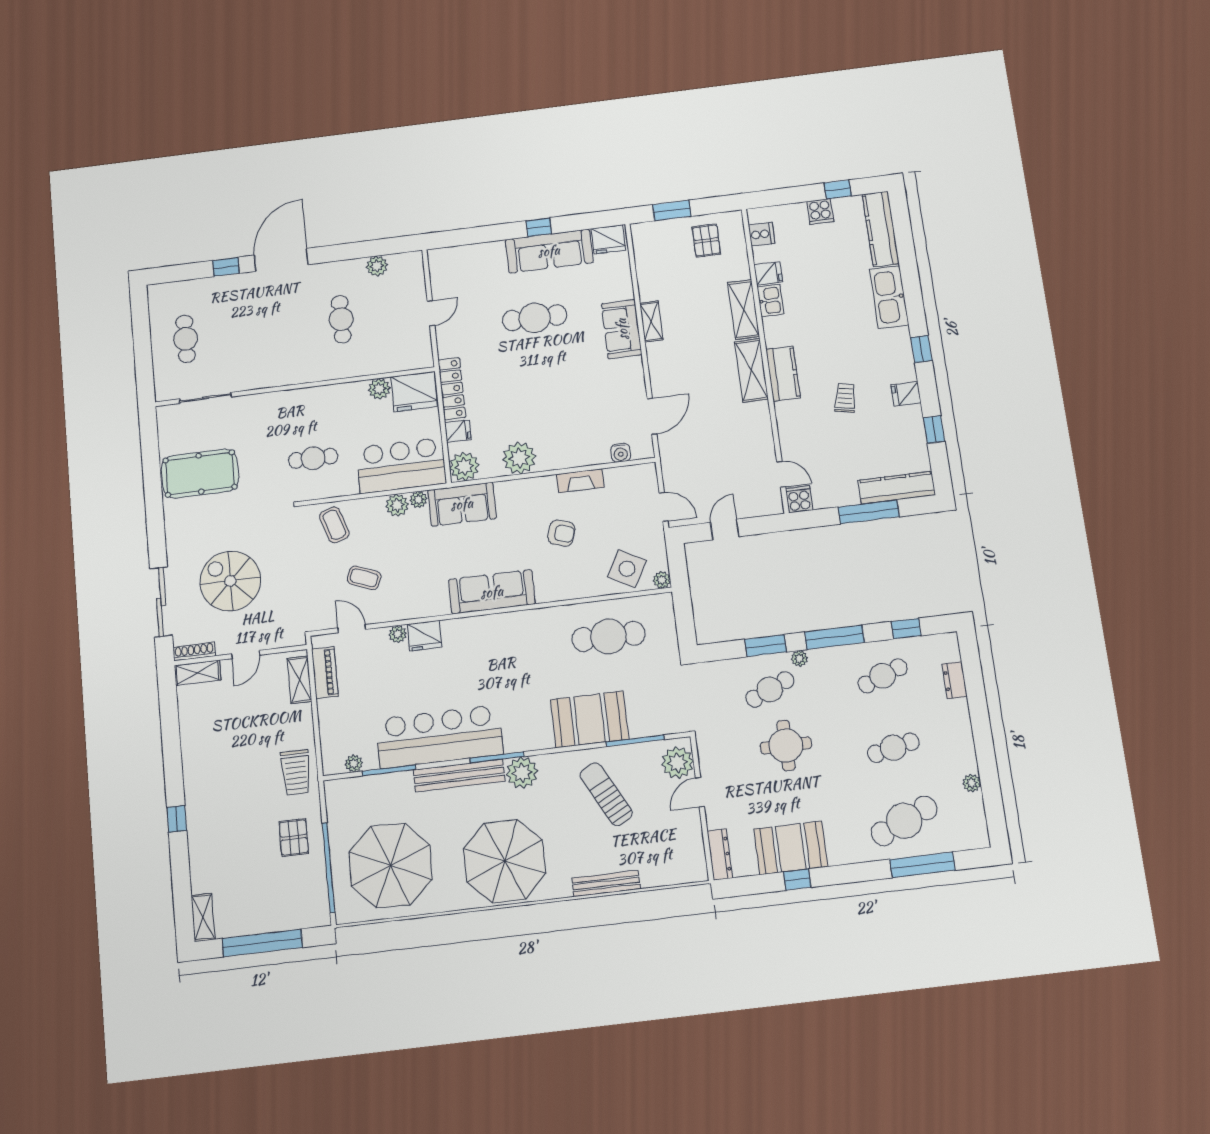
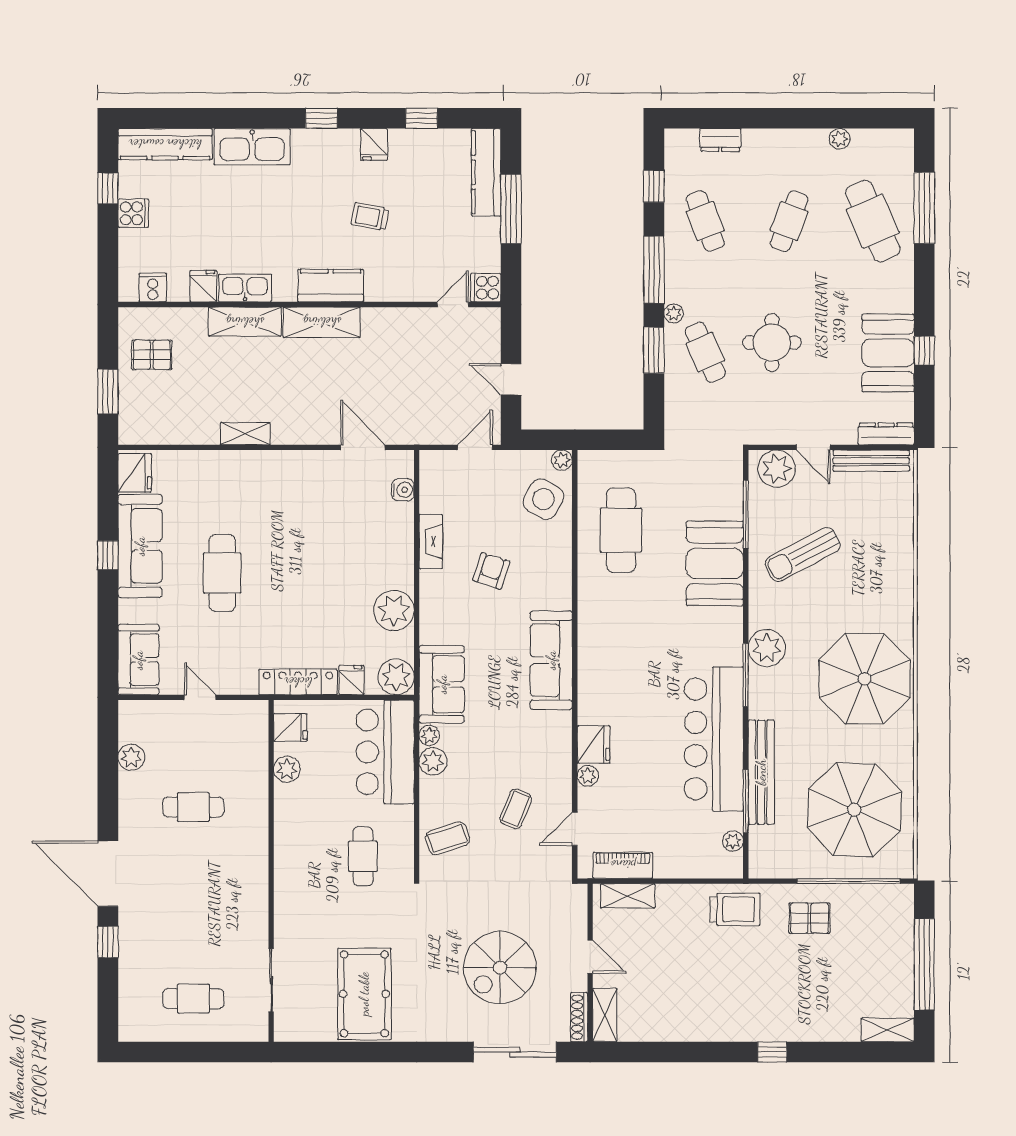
kitchen sink: (771, 301) -> (245, 288), width x1.38
sofa: (622, 329) -> (138, 660), moved, turned -90
fridge: (414, 392) -> (290, 728), width x0.53, depth x0.75
cafe table: (893, 748) -> (789, 221), turned 33
bench: (459, 775) -> (761, 772), moved
bench: (606, 884) -> (871, 461), moved, turned 90

